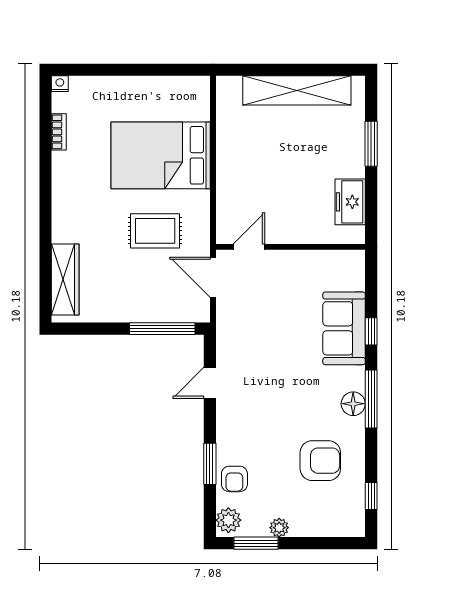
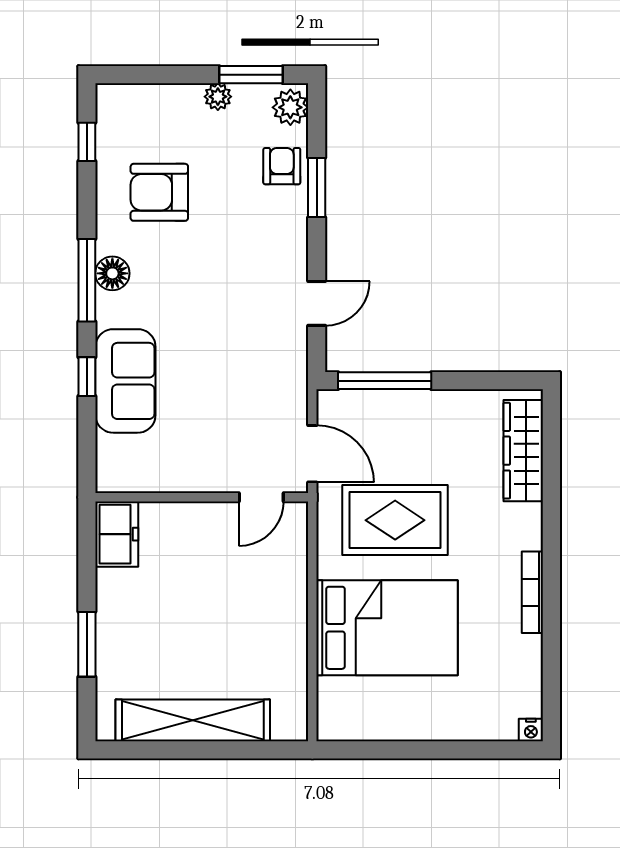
bookcase: (59, 132) -> (532, 592), moved, width x1.56
freezer: (350, 202) -> (117, 534), moved
rug: (155, 231) -> (395, 520), width x1.36, depth x1.43

